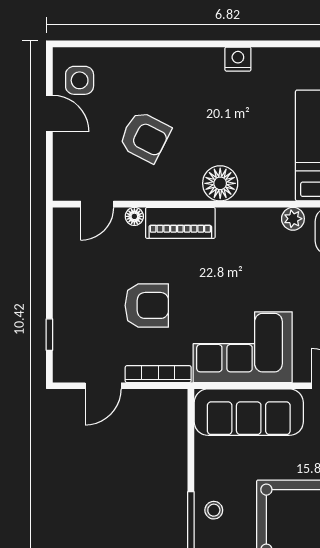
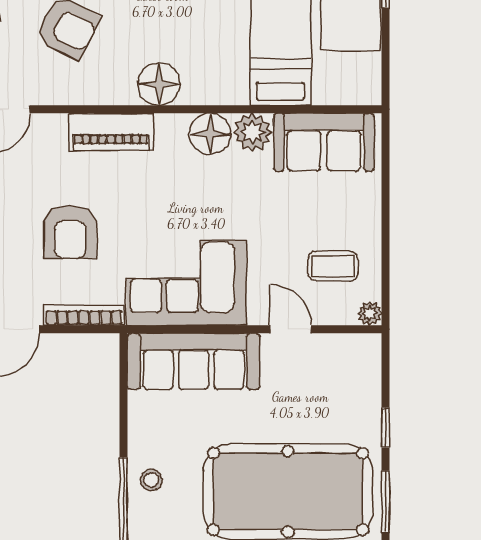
floor lamp: (134, 216) -> (210, 134), moved, width x1.89, depth x1.89
plant: (293, 219) -> (252, 132), width x1.38, depth x1.38
armchair: (147, 305) -> (70, 232), turned 90

